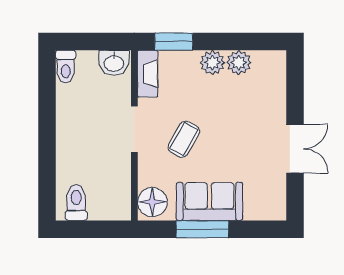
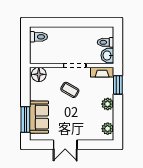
plant: (239, 62) -> (108, 129), moved
toilet: (66, 67) -> (106, 42), moved
sofa: (209, 201) -> (39, 117), moved
window: (202, 229) -> (25, 119), moved

